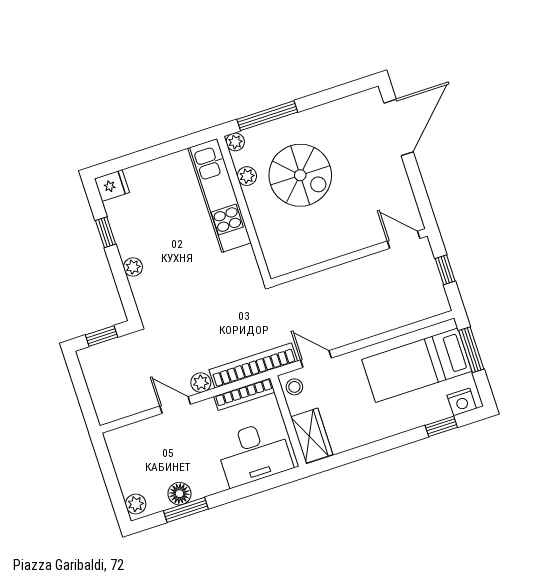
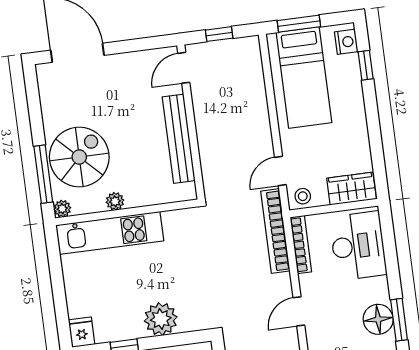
spiral stairs: (300, 175) -> (79, 157), moved
plant: (247, 176) -> (115, 201), moved
bench: (330, 248) -> (179, 139), added
plant: (133, 267) -> (161, 319), width x1.88, depth x1.88
plant: (201, 383) -> (282, 283), removed
floor lamp: (179, 494) -> (378, 319), width x1.38, depth x1.38

